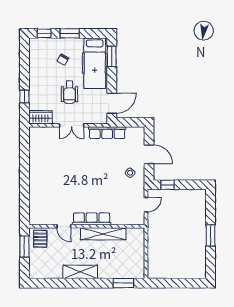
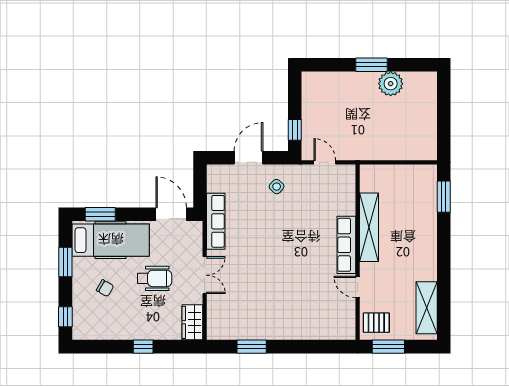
window: (70, 33) -> (65, 262), moved
window: (24, 97) -> (143, 347), moved
window: (24, 156) -> (252, 347), added
door: (64, 226) -> (358, 287), swing flipped
plant: (198, 248) -> (391, 84), added
shelving: (80, 272) -> (427, 308), moved

